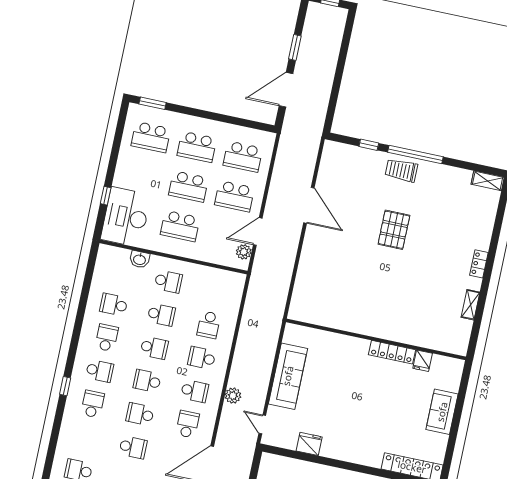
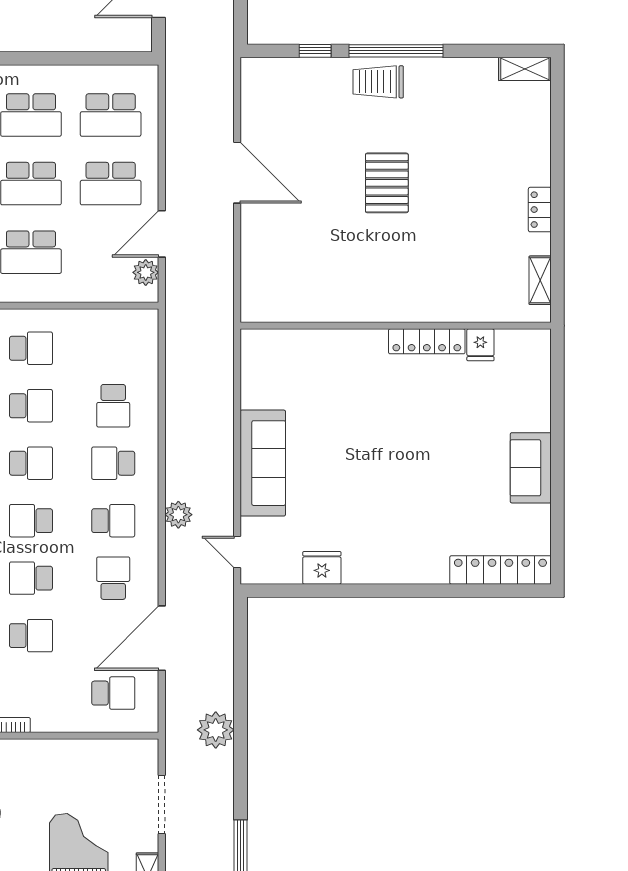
wall: (376, 339) -> (396, 326), moved
locker: (392, 352) -> (427, 341), moved
fridge: (423, 361) -> (480, 345), moved

